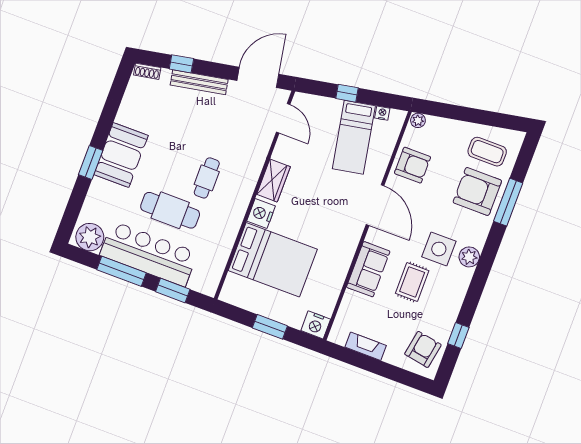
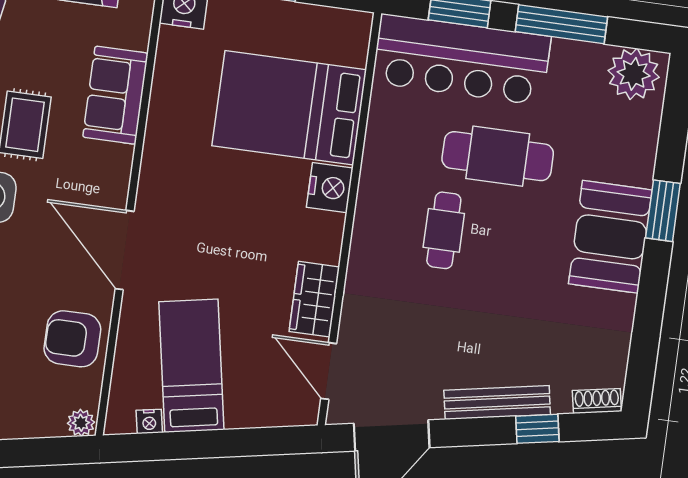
window: (347, 93) -> (222, 443), removed
wardrobe: (273, 181) -> (314, 299), moved
bar counter: (149, 254) -> (461, 60), moved
sofa: (368, 269) -> (115, 95), moved

